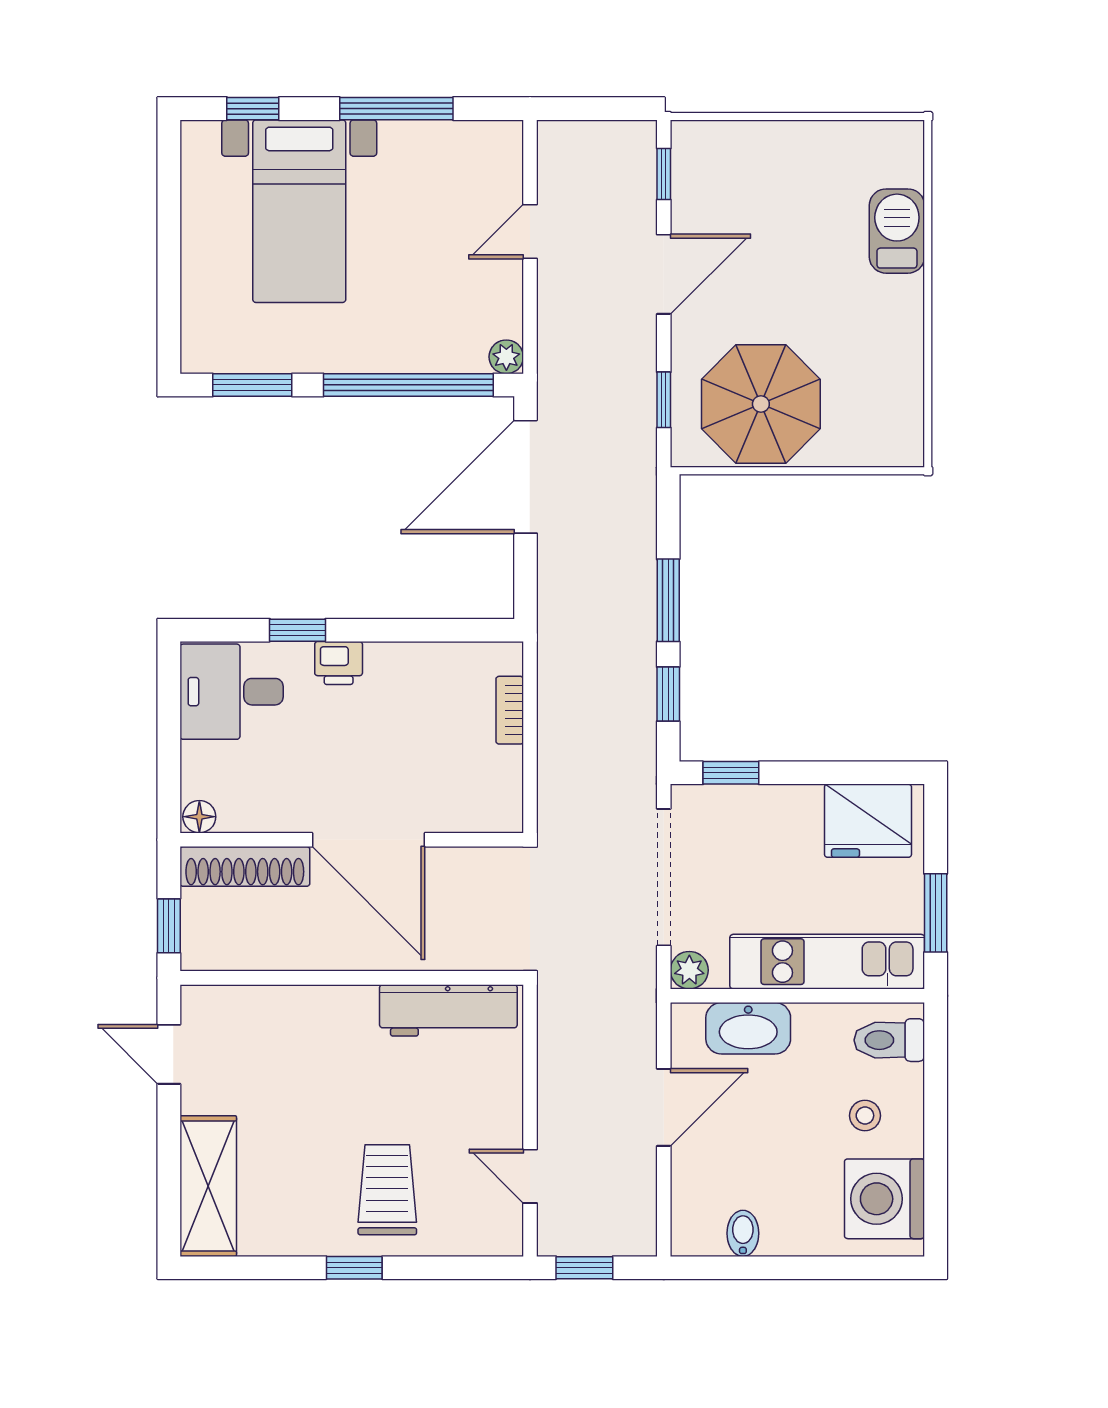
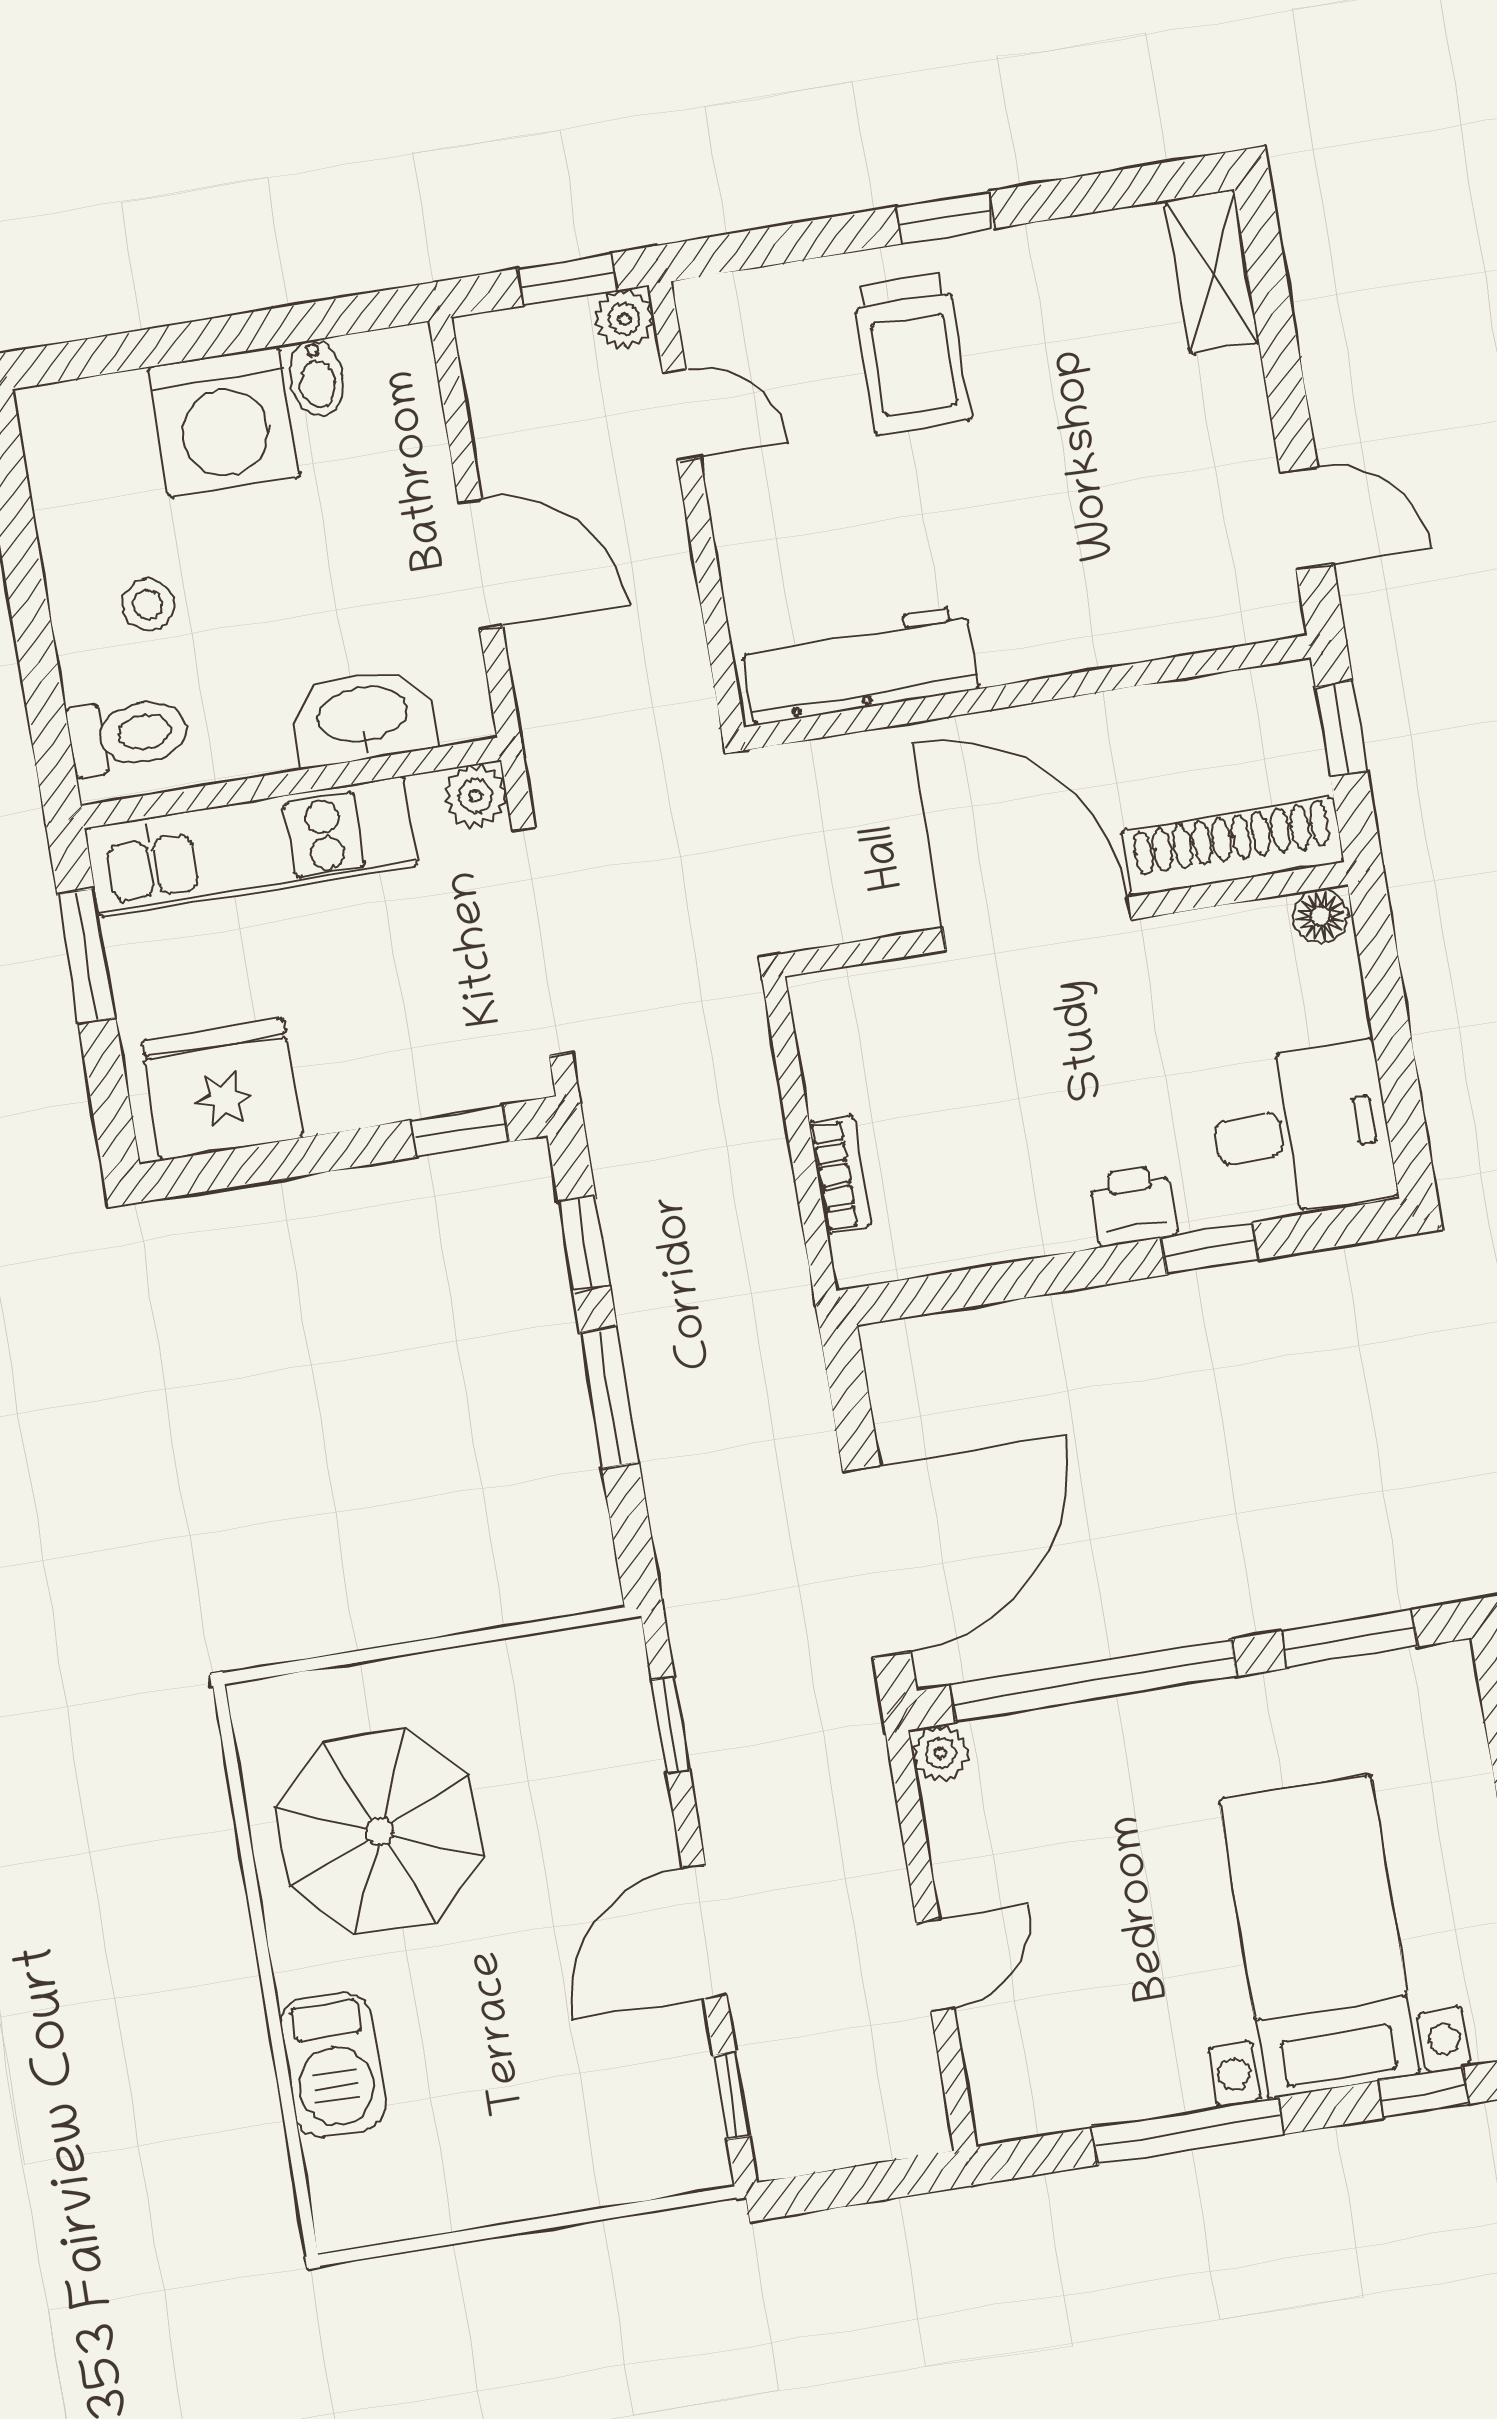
parasol: (761, 404) -> (380, 1831), moved
door: (664, 1107) -> (480, 564), swing flipped
shelving: (208, 1186) -> (1212, 272), width x0.67, depth x0.75
washing machine: (885, 1199) -> (224, 422), moved, turned 90
plant: (555, 1239) -> (624, 319), added

